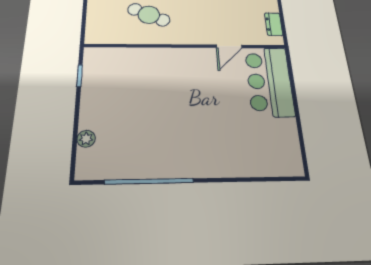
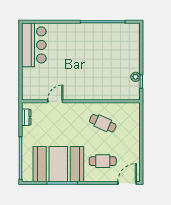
bar counter: (269, 81) -> (34, 45), moved
plant: (86, 139) -> (136, 77), moved

